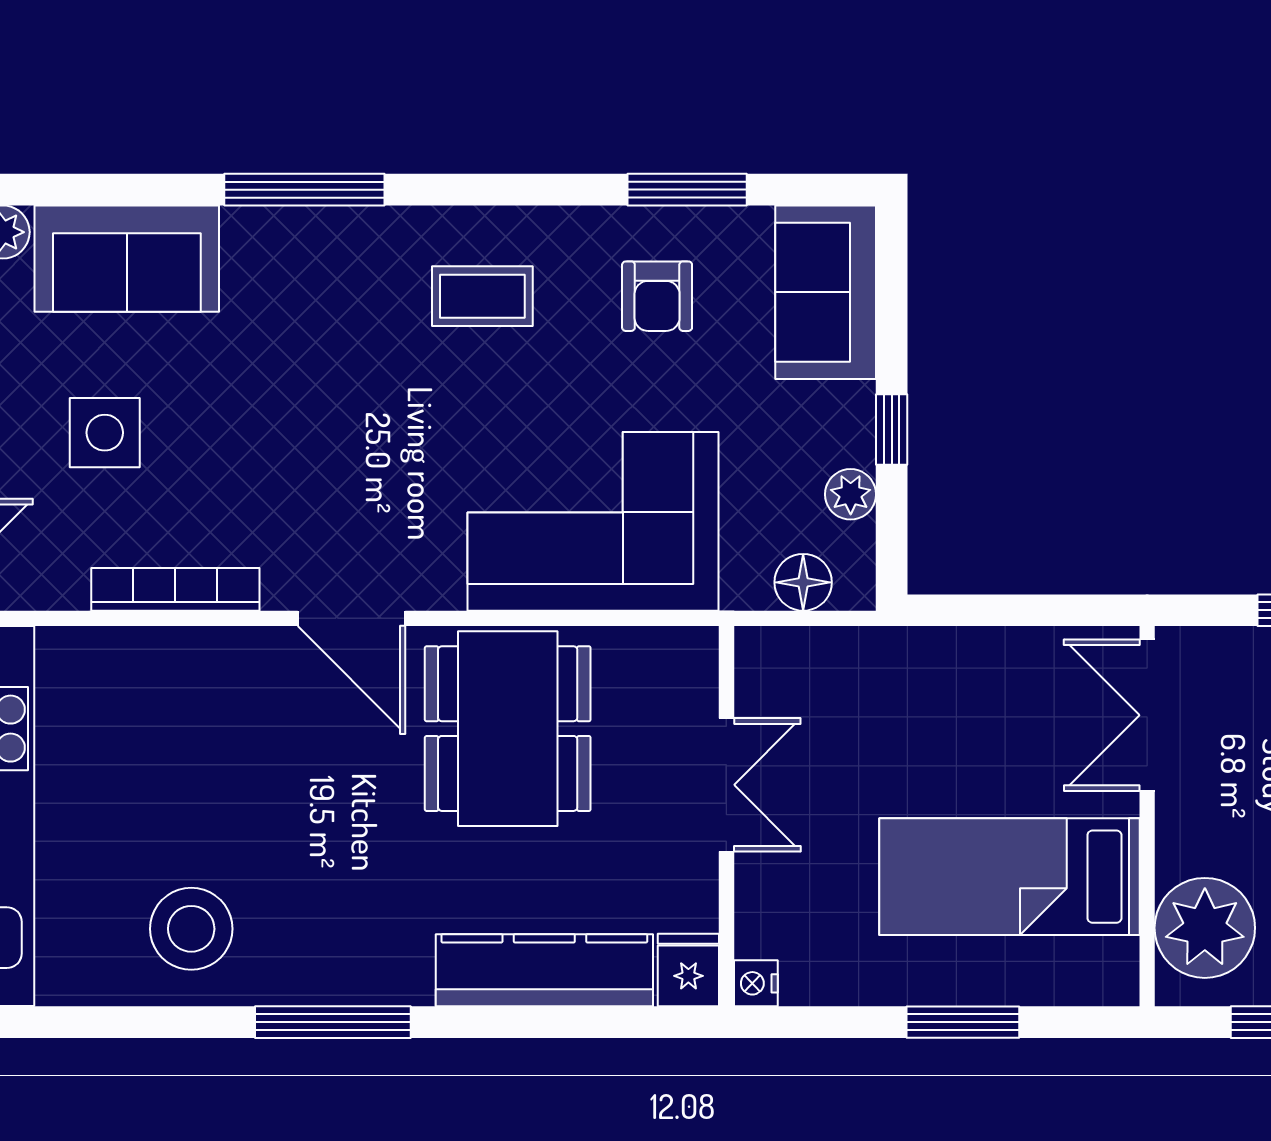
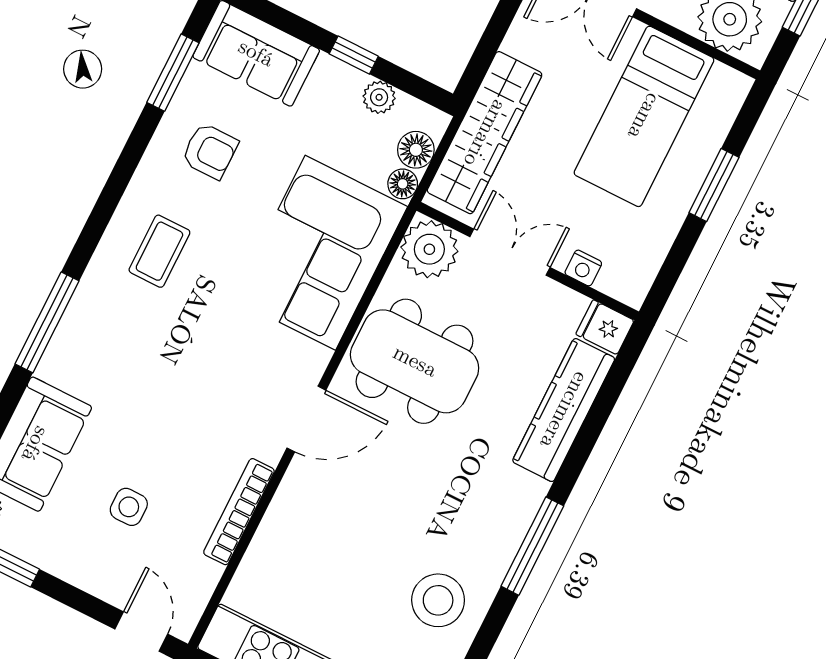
window: (687, 190) -> (173, 73), moved
side table: (105, 433) -> (129, 507), width x0.73, depth x0.73
floor lamp: (746, 588) -> (403, 184), added
wardrobe: (875, 666) -> (485, 133), added
plant: (674, 671) -> (429, 249), added
nightstand: (756, 983) -> (583, 268), moved

